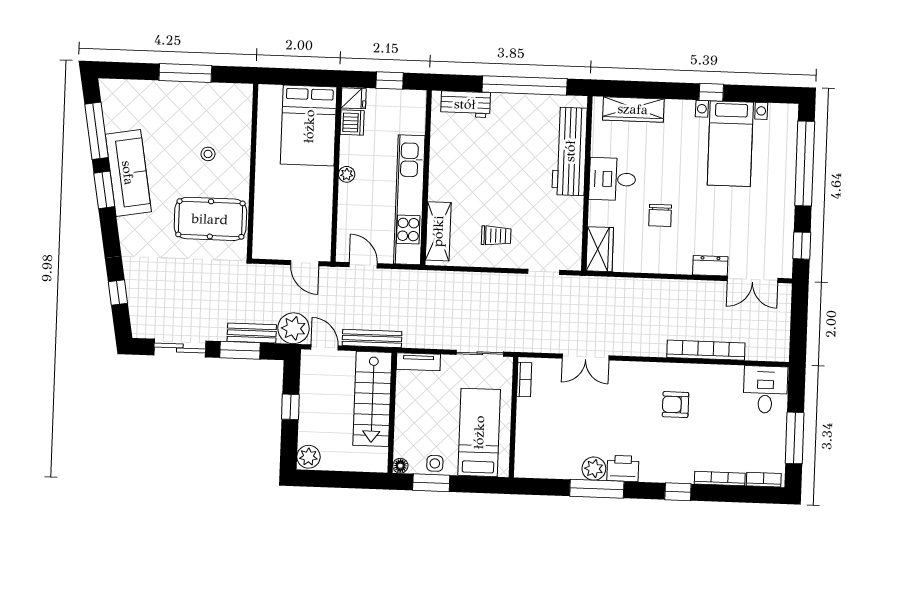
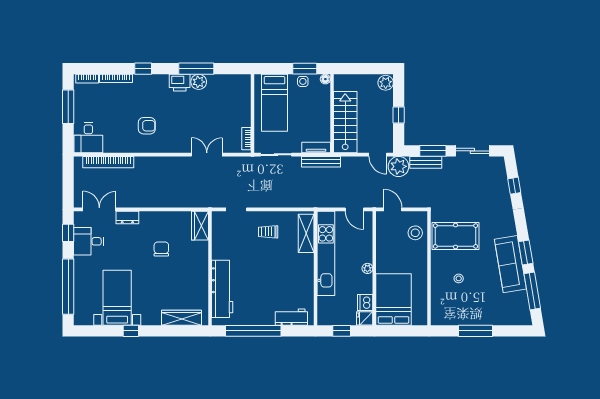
desk: (612, 179) -> (88, 241), moved, turned 180
stool: (272, 226) -> (415, 233), added
bench: (372, 338) -> (321, 162), moved
bookcase: (706, 350) -> (108, 162), moved

